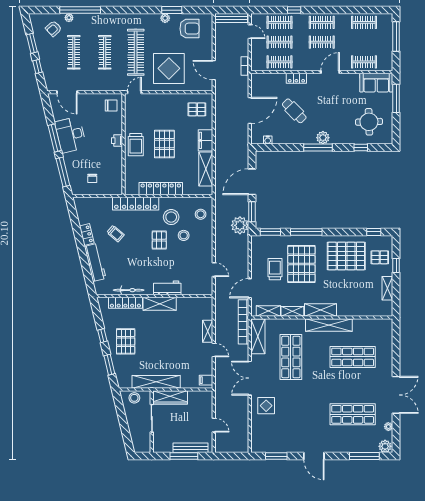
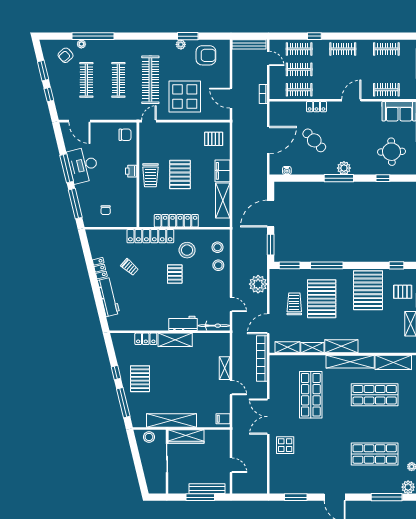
clothes rail: (322, 42) -> (343, 69), removed
plant: (240, 225) -> (258, 284), moved
stool: (184, 235) -> (218, 265), moved
pallet: (346, 256) -> (368, 290), turned 90
bicycle: (129, 290) -> (214, 326), moved
locker: (125, 303) -> (146, 339), width x0.66
shelving: (258, 336) -> (393, 362), moved, turned 90
window: (109, 365) -> (123, 403), width x1.44

